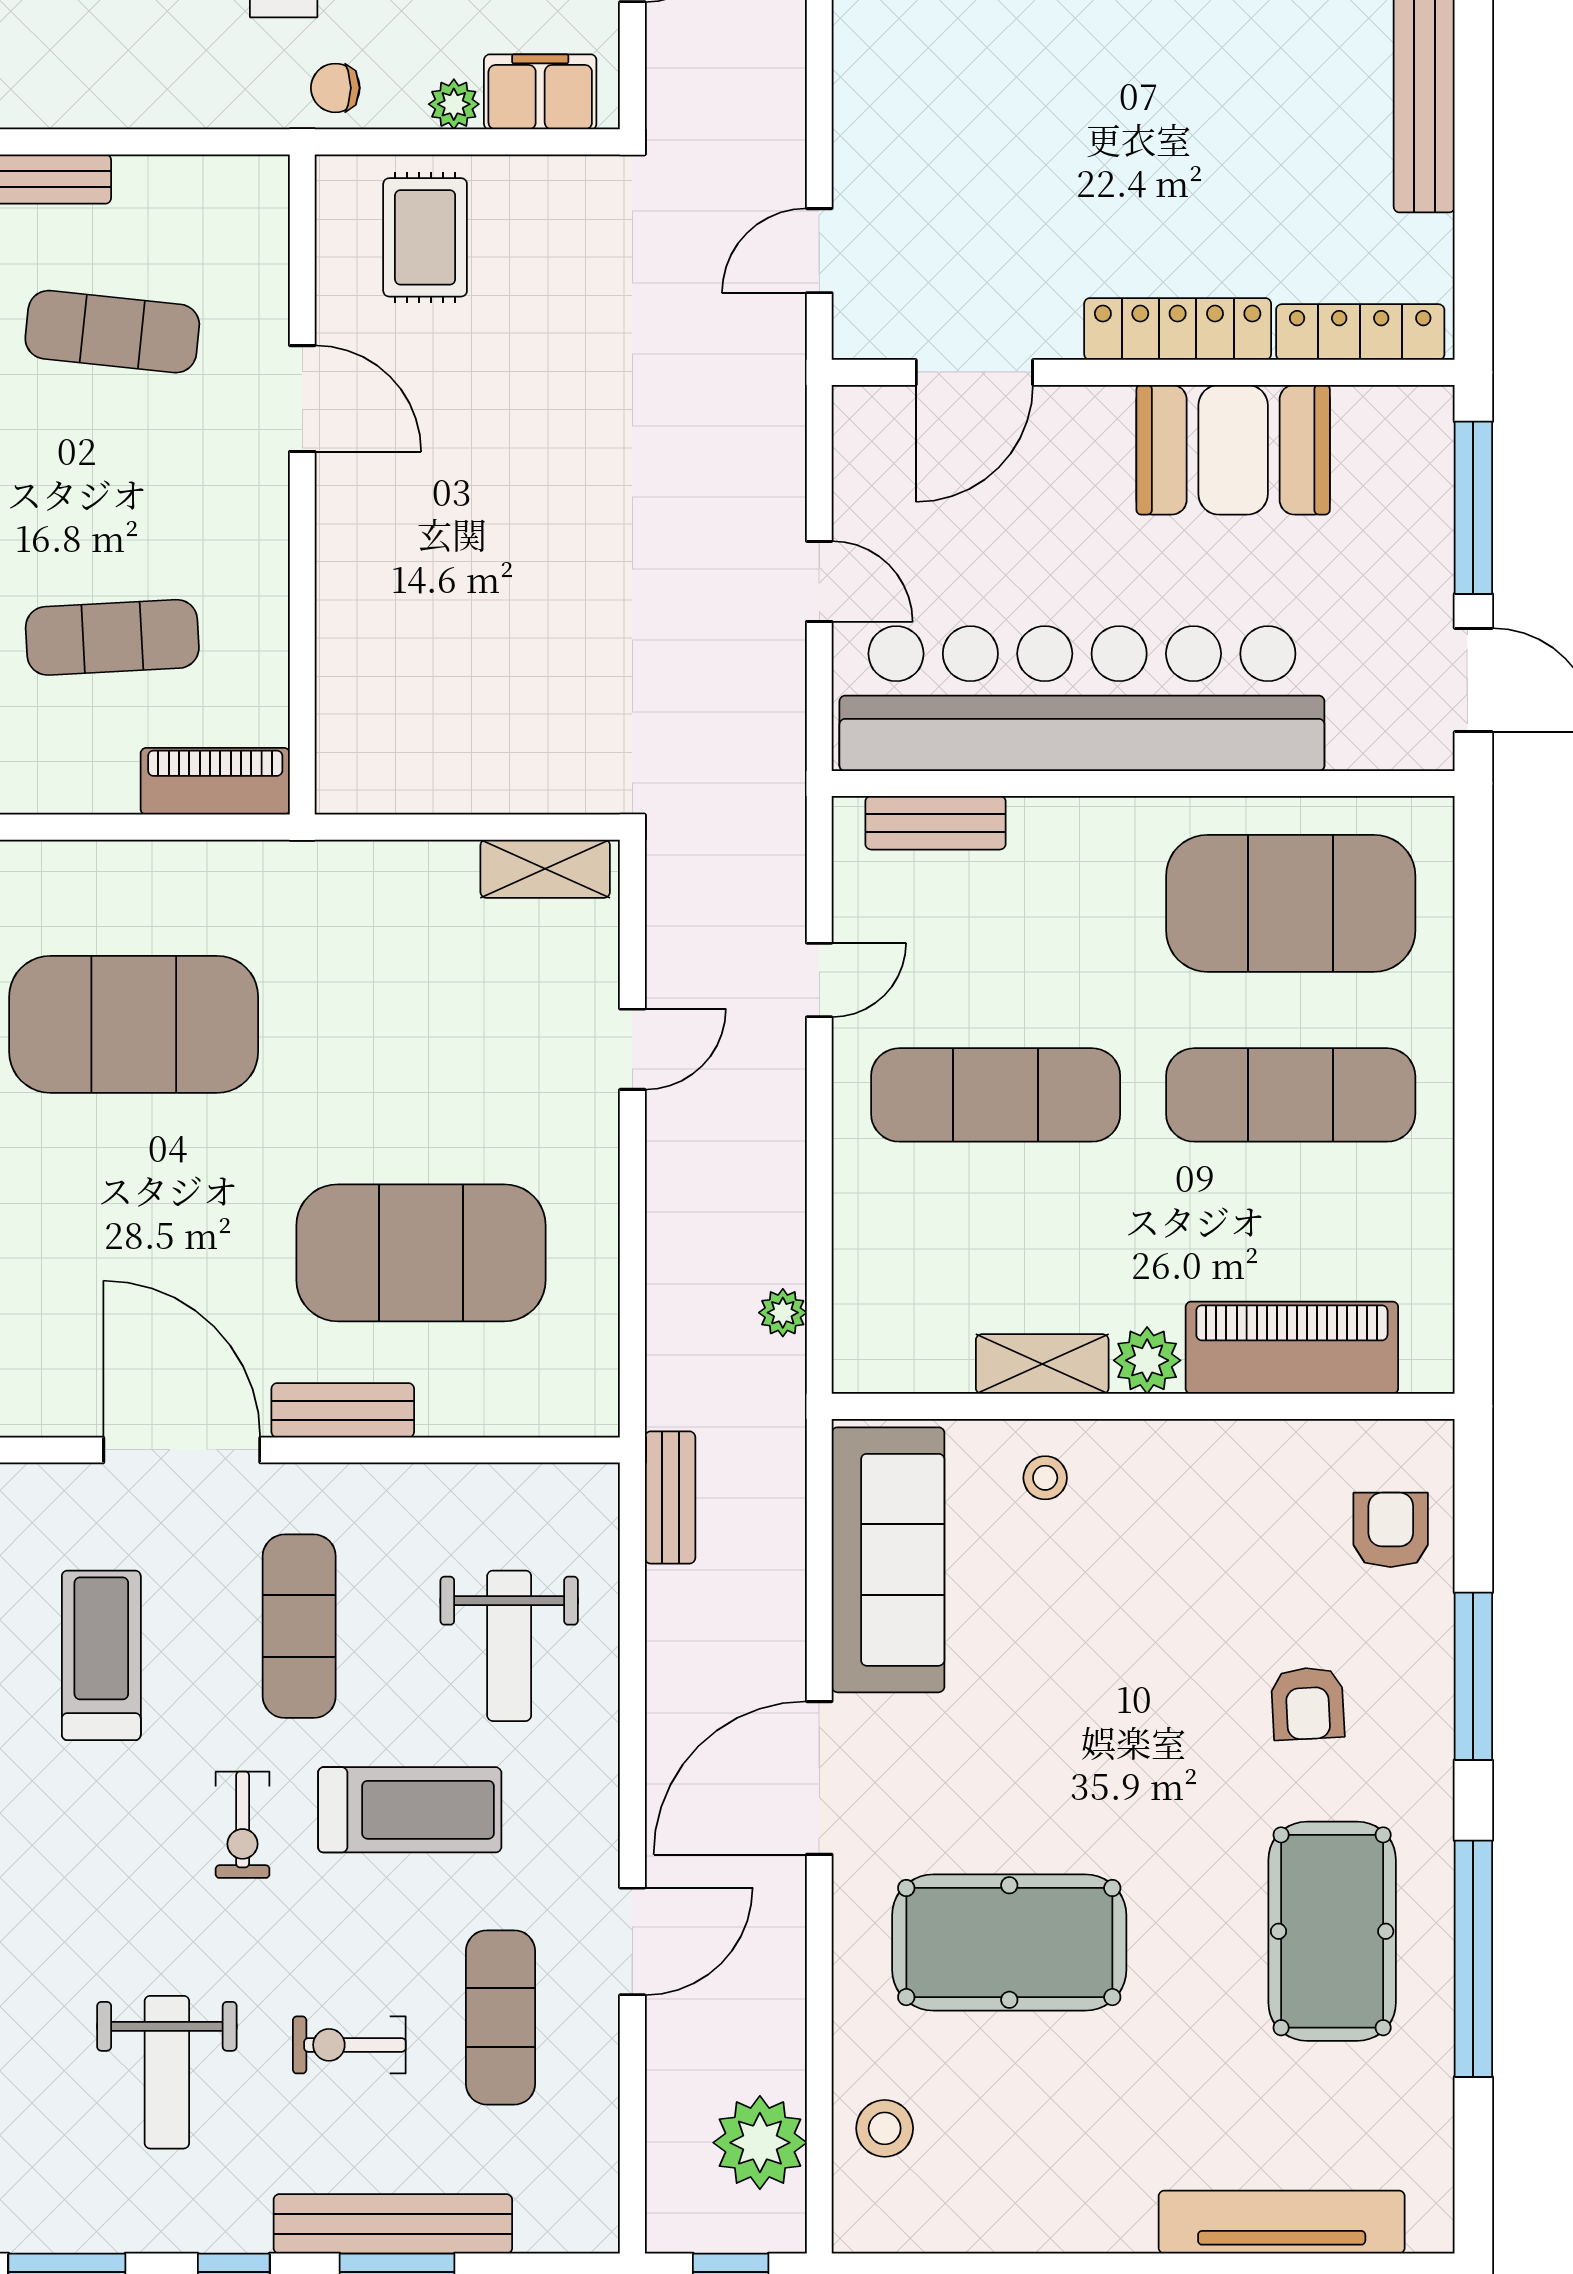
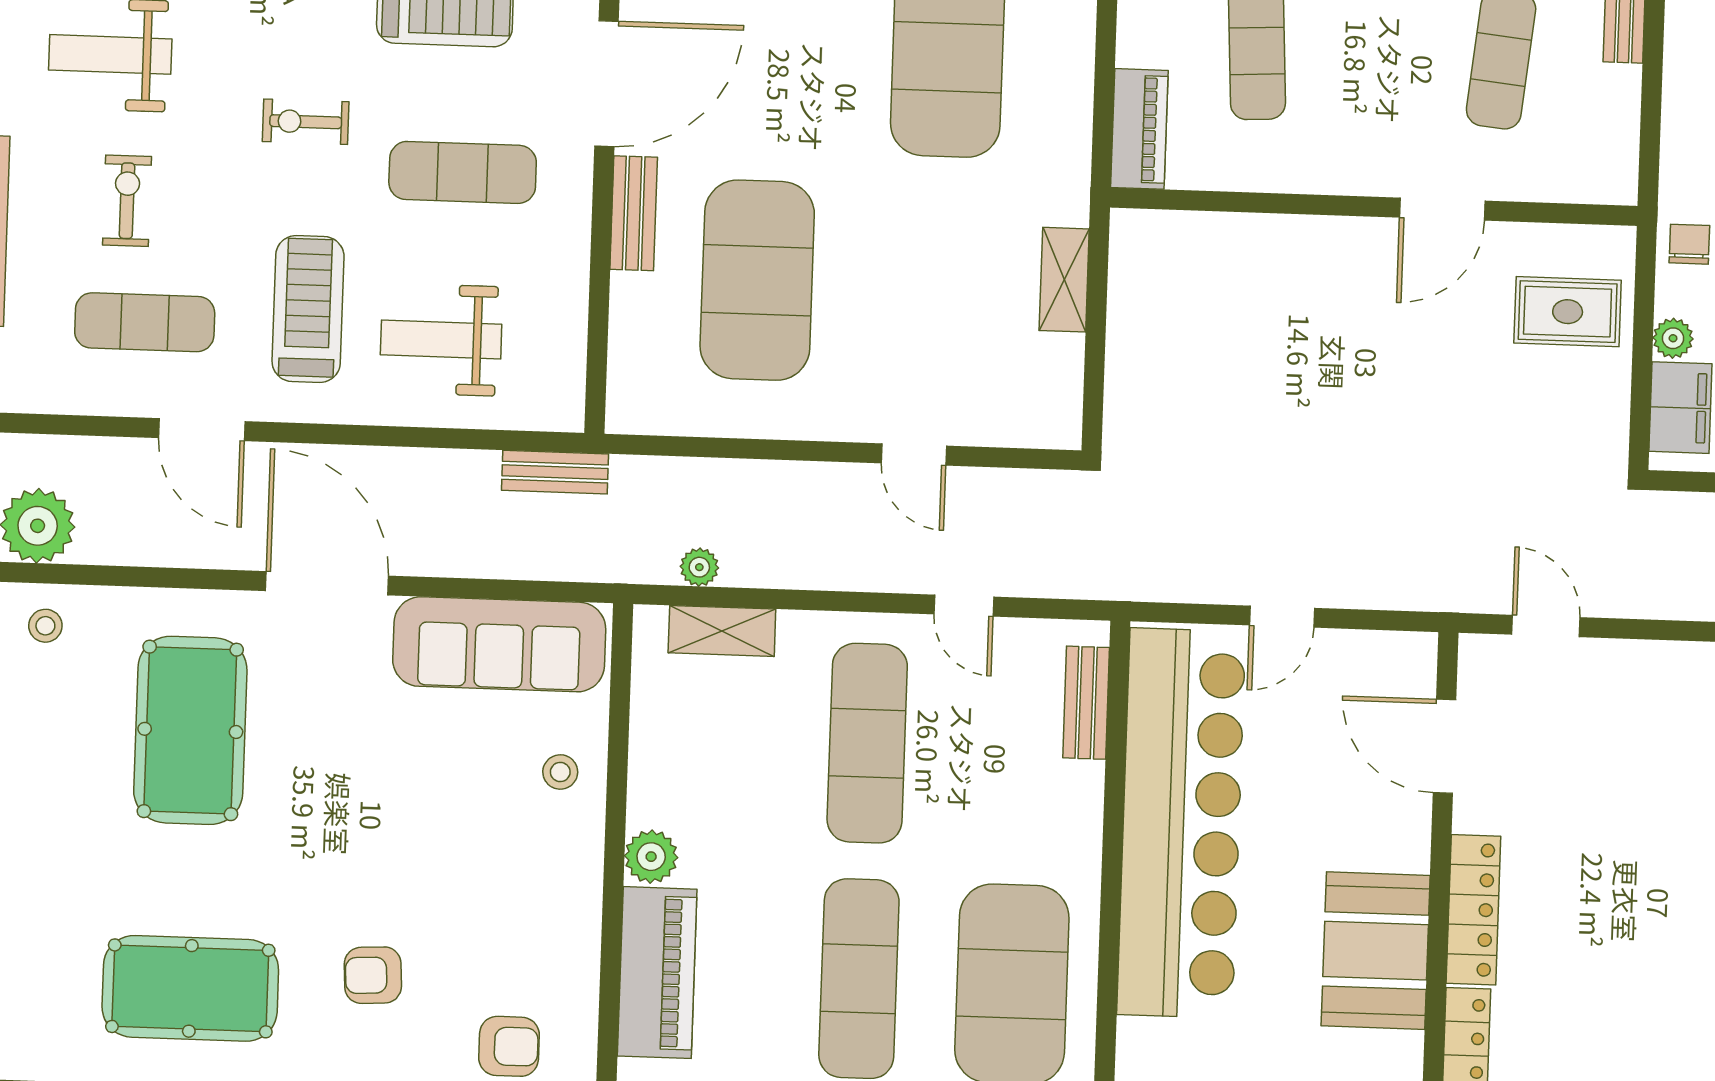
shelving: (545, 869) -> (1064, 280), moved
shelving: (1042, 1364) -> (722, 631), moved, turned 90
treadmill: (410, 1810) -> (308, 309), moved, turned 180
stool: (885, 2128) -> (45, 626), width x0.73, depth x0.73

